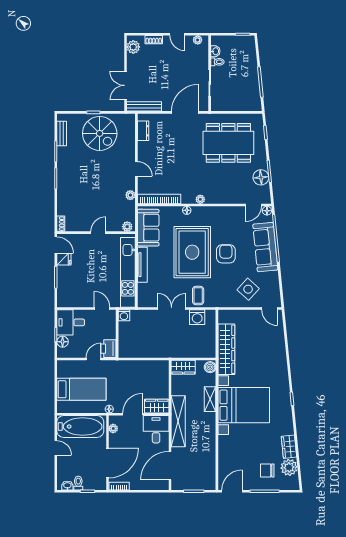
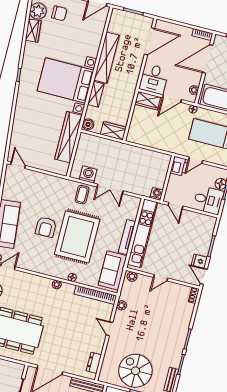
side table: (248, 289) -> (33, 188), removed
shelving: (178, 421) -> (107, 58), moved

